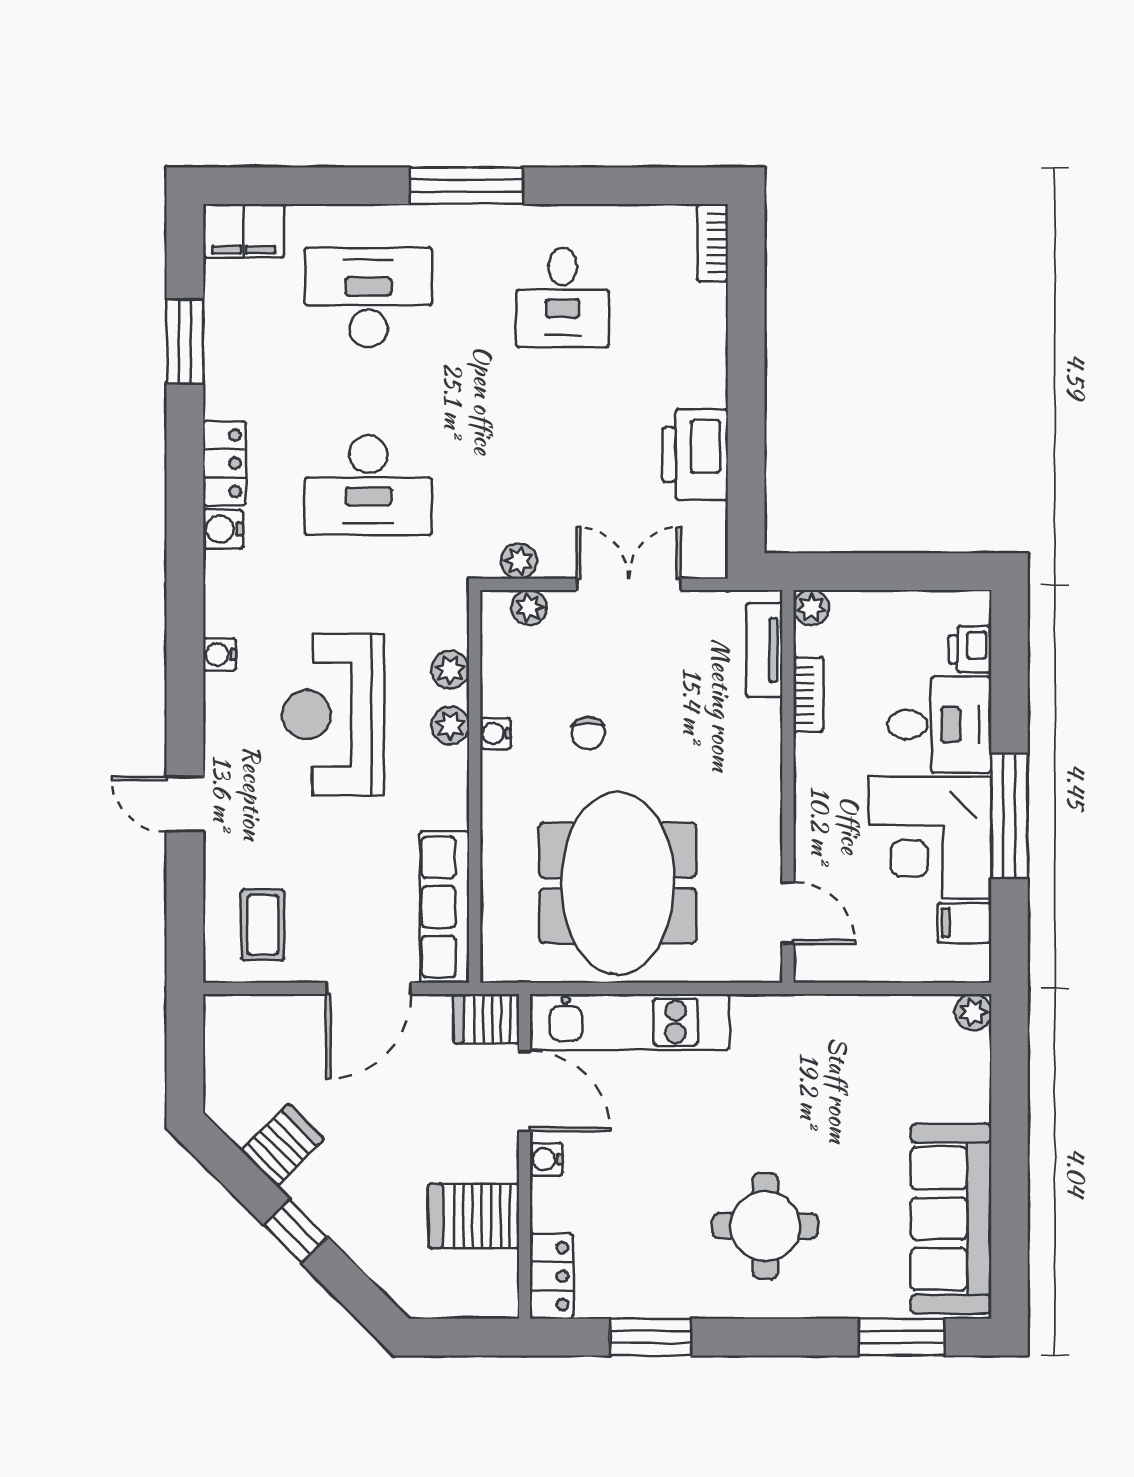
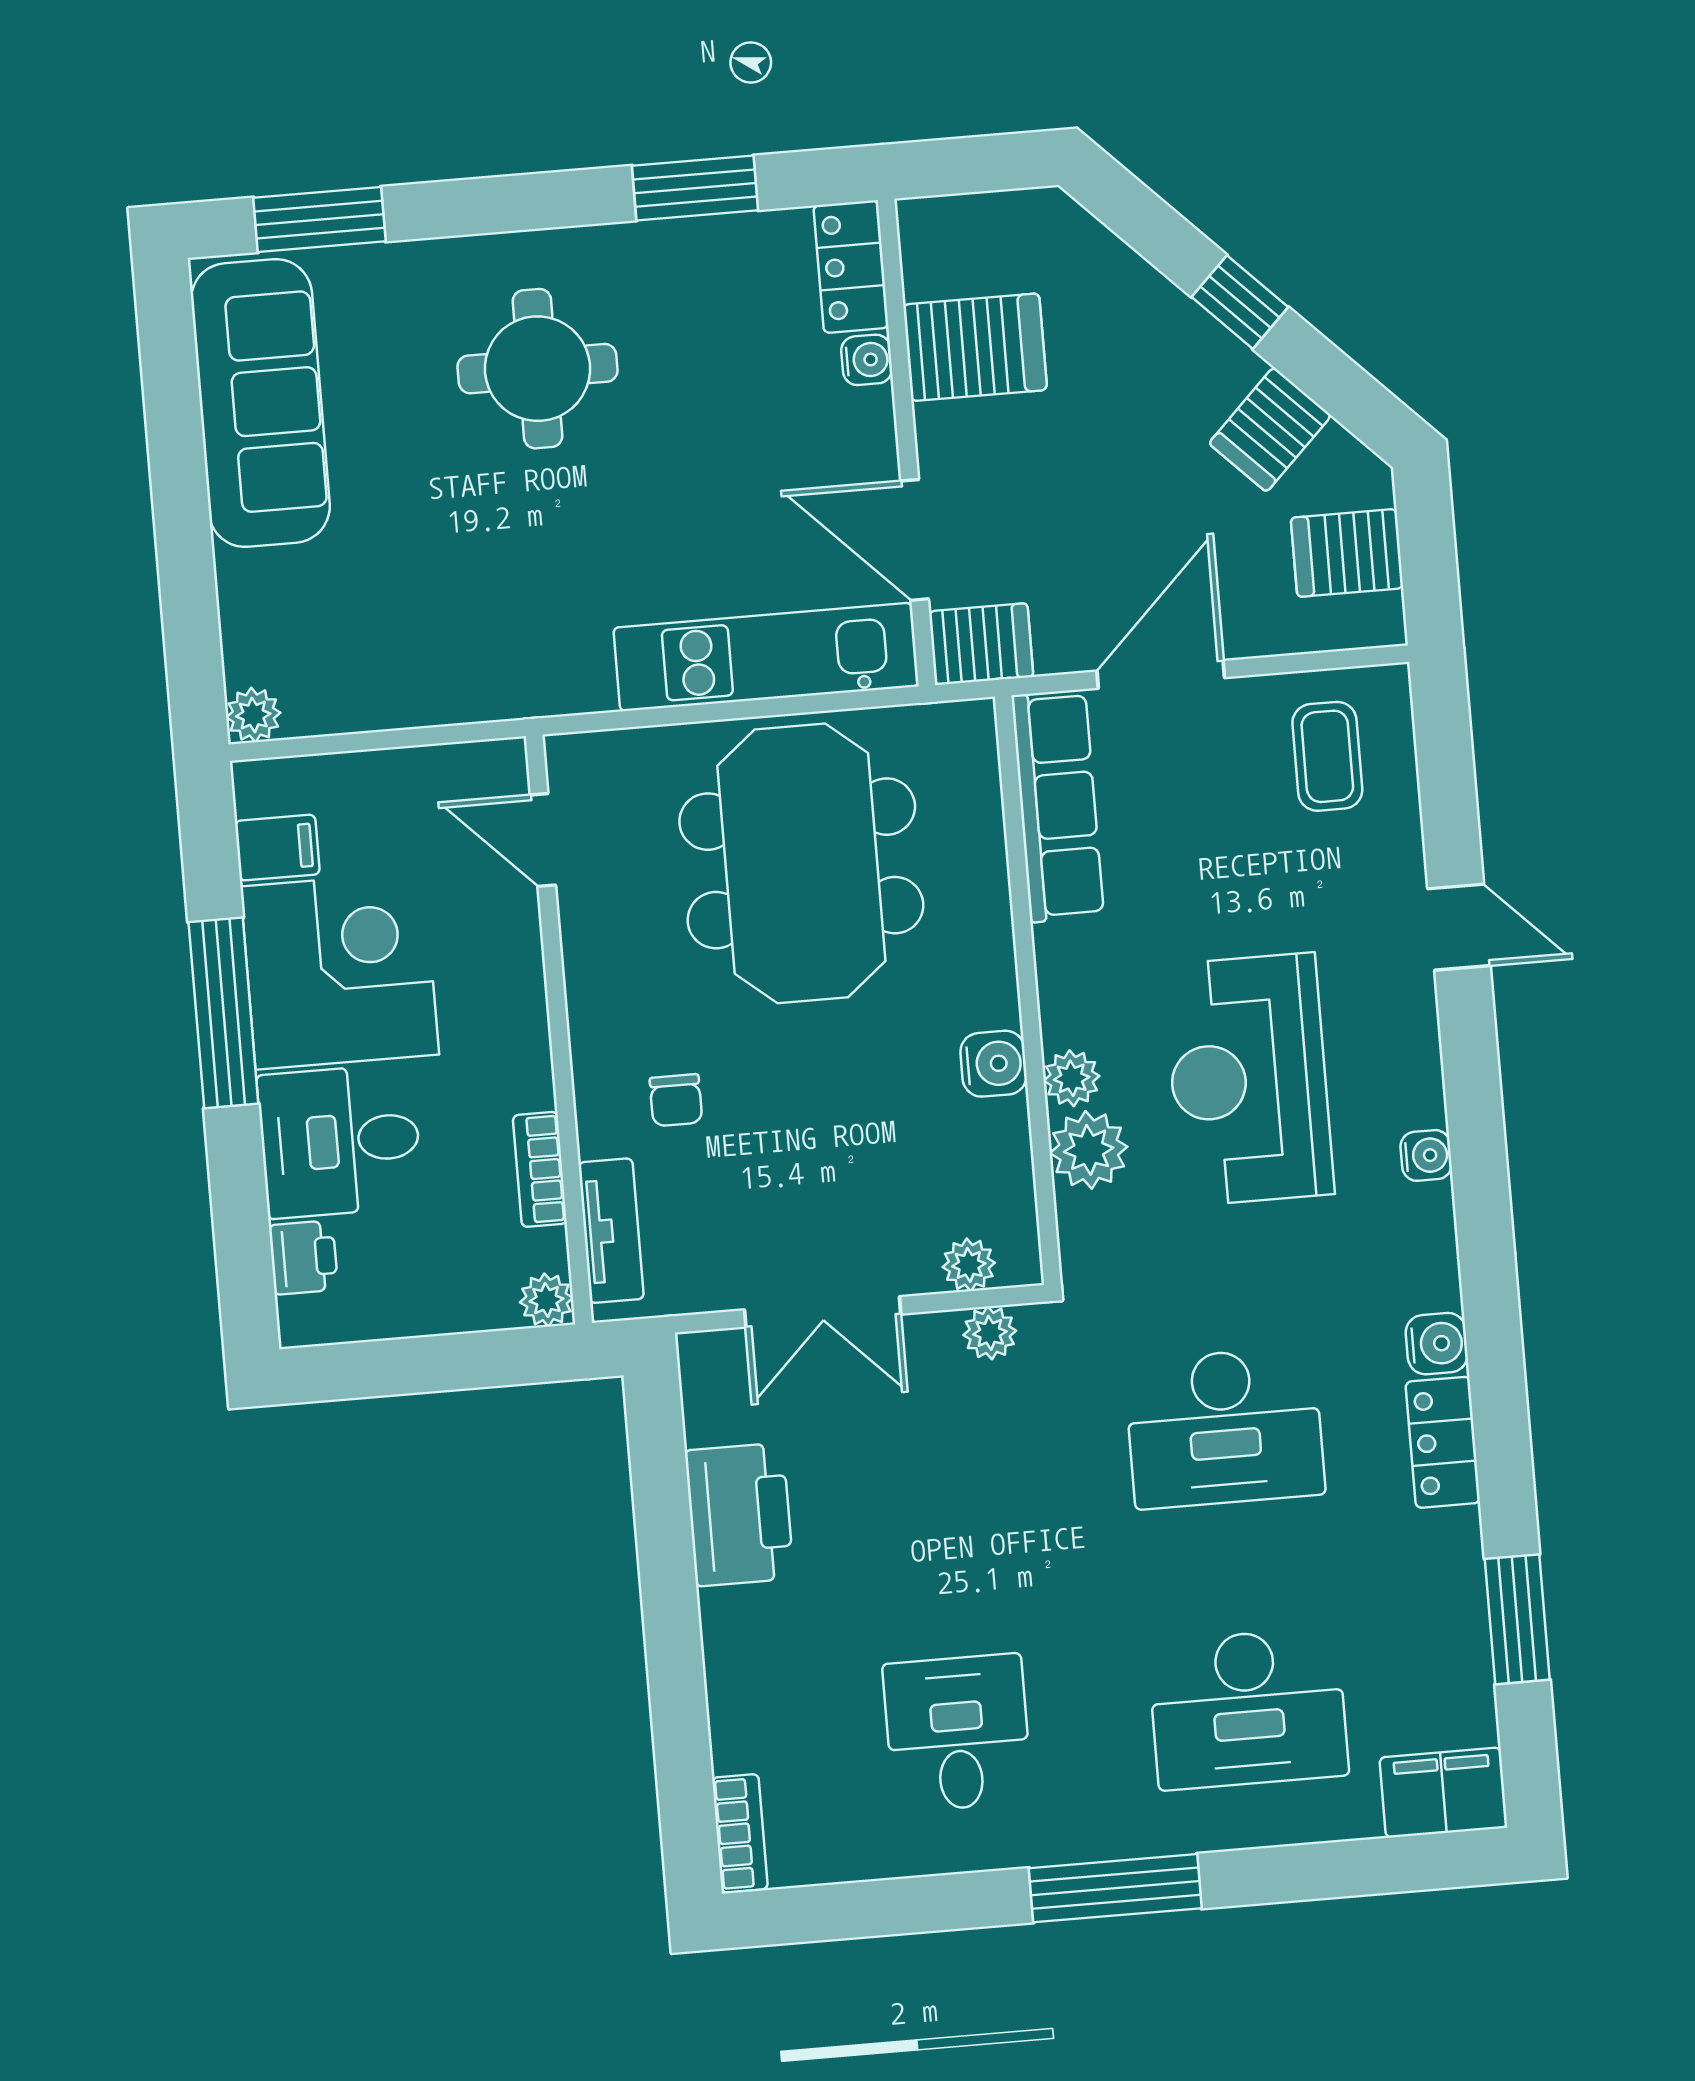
desk: (368, 485) -> (1224, 1428), turned 180
plant: (450, 670) -> (1089, 1150), width x1.38, depth x1.38
reception desk: (333, 715) -> (1249, 1080), turned 180
chair: (588, 733) -> (676, 1100), moved, turned 180
water cooler: (495, 734) -> (994, 1064), width x1.38, depth x1.38
server rack: (238, 1059) -> (1347, 553), added
water cooler: (546, 1159) -> (867, 360), moved

